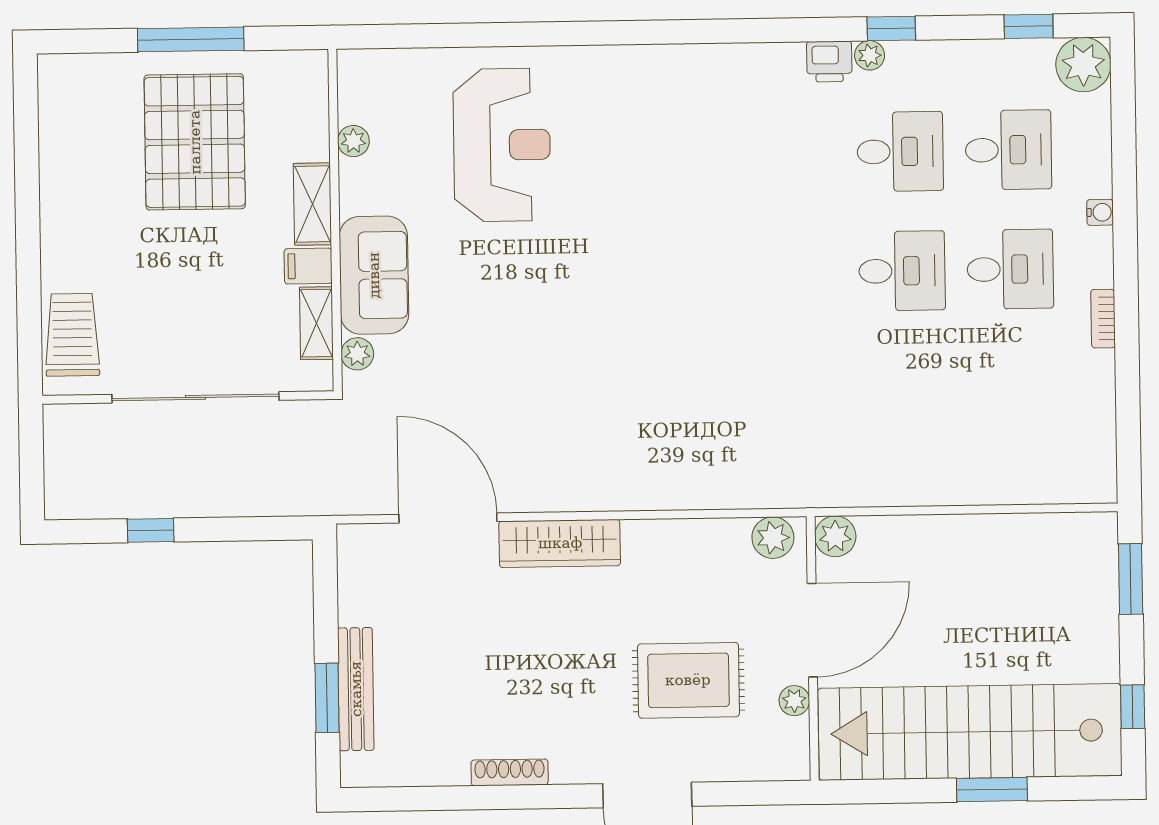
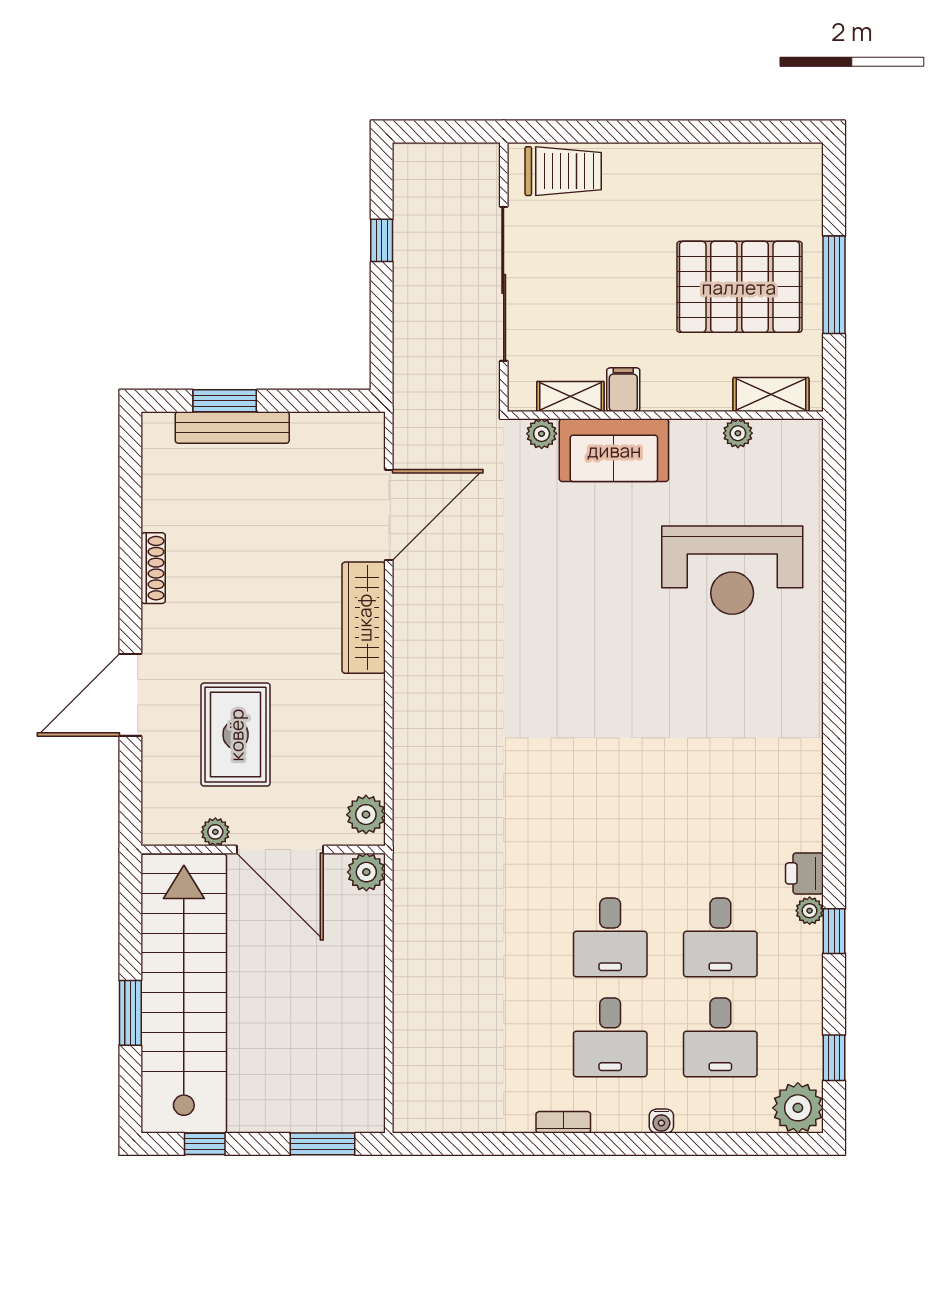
shelving: (312, 204) -> (771, 394), moved

